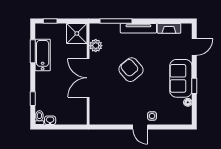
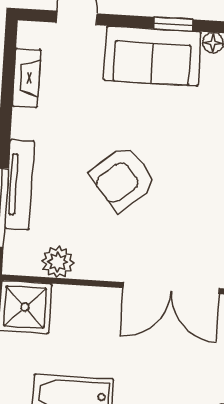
tv unit: (138, 28) -> (19, 185), moved
double door: (88, 78) -> (171, 288), moved

